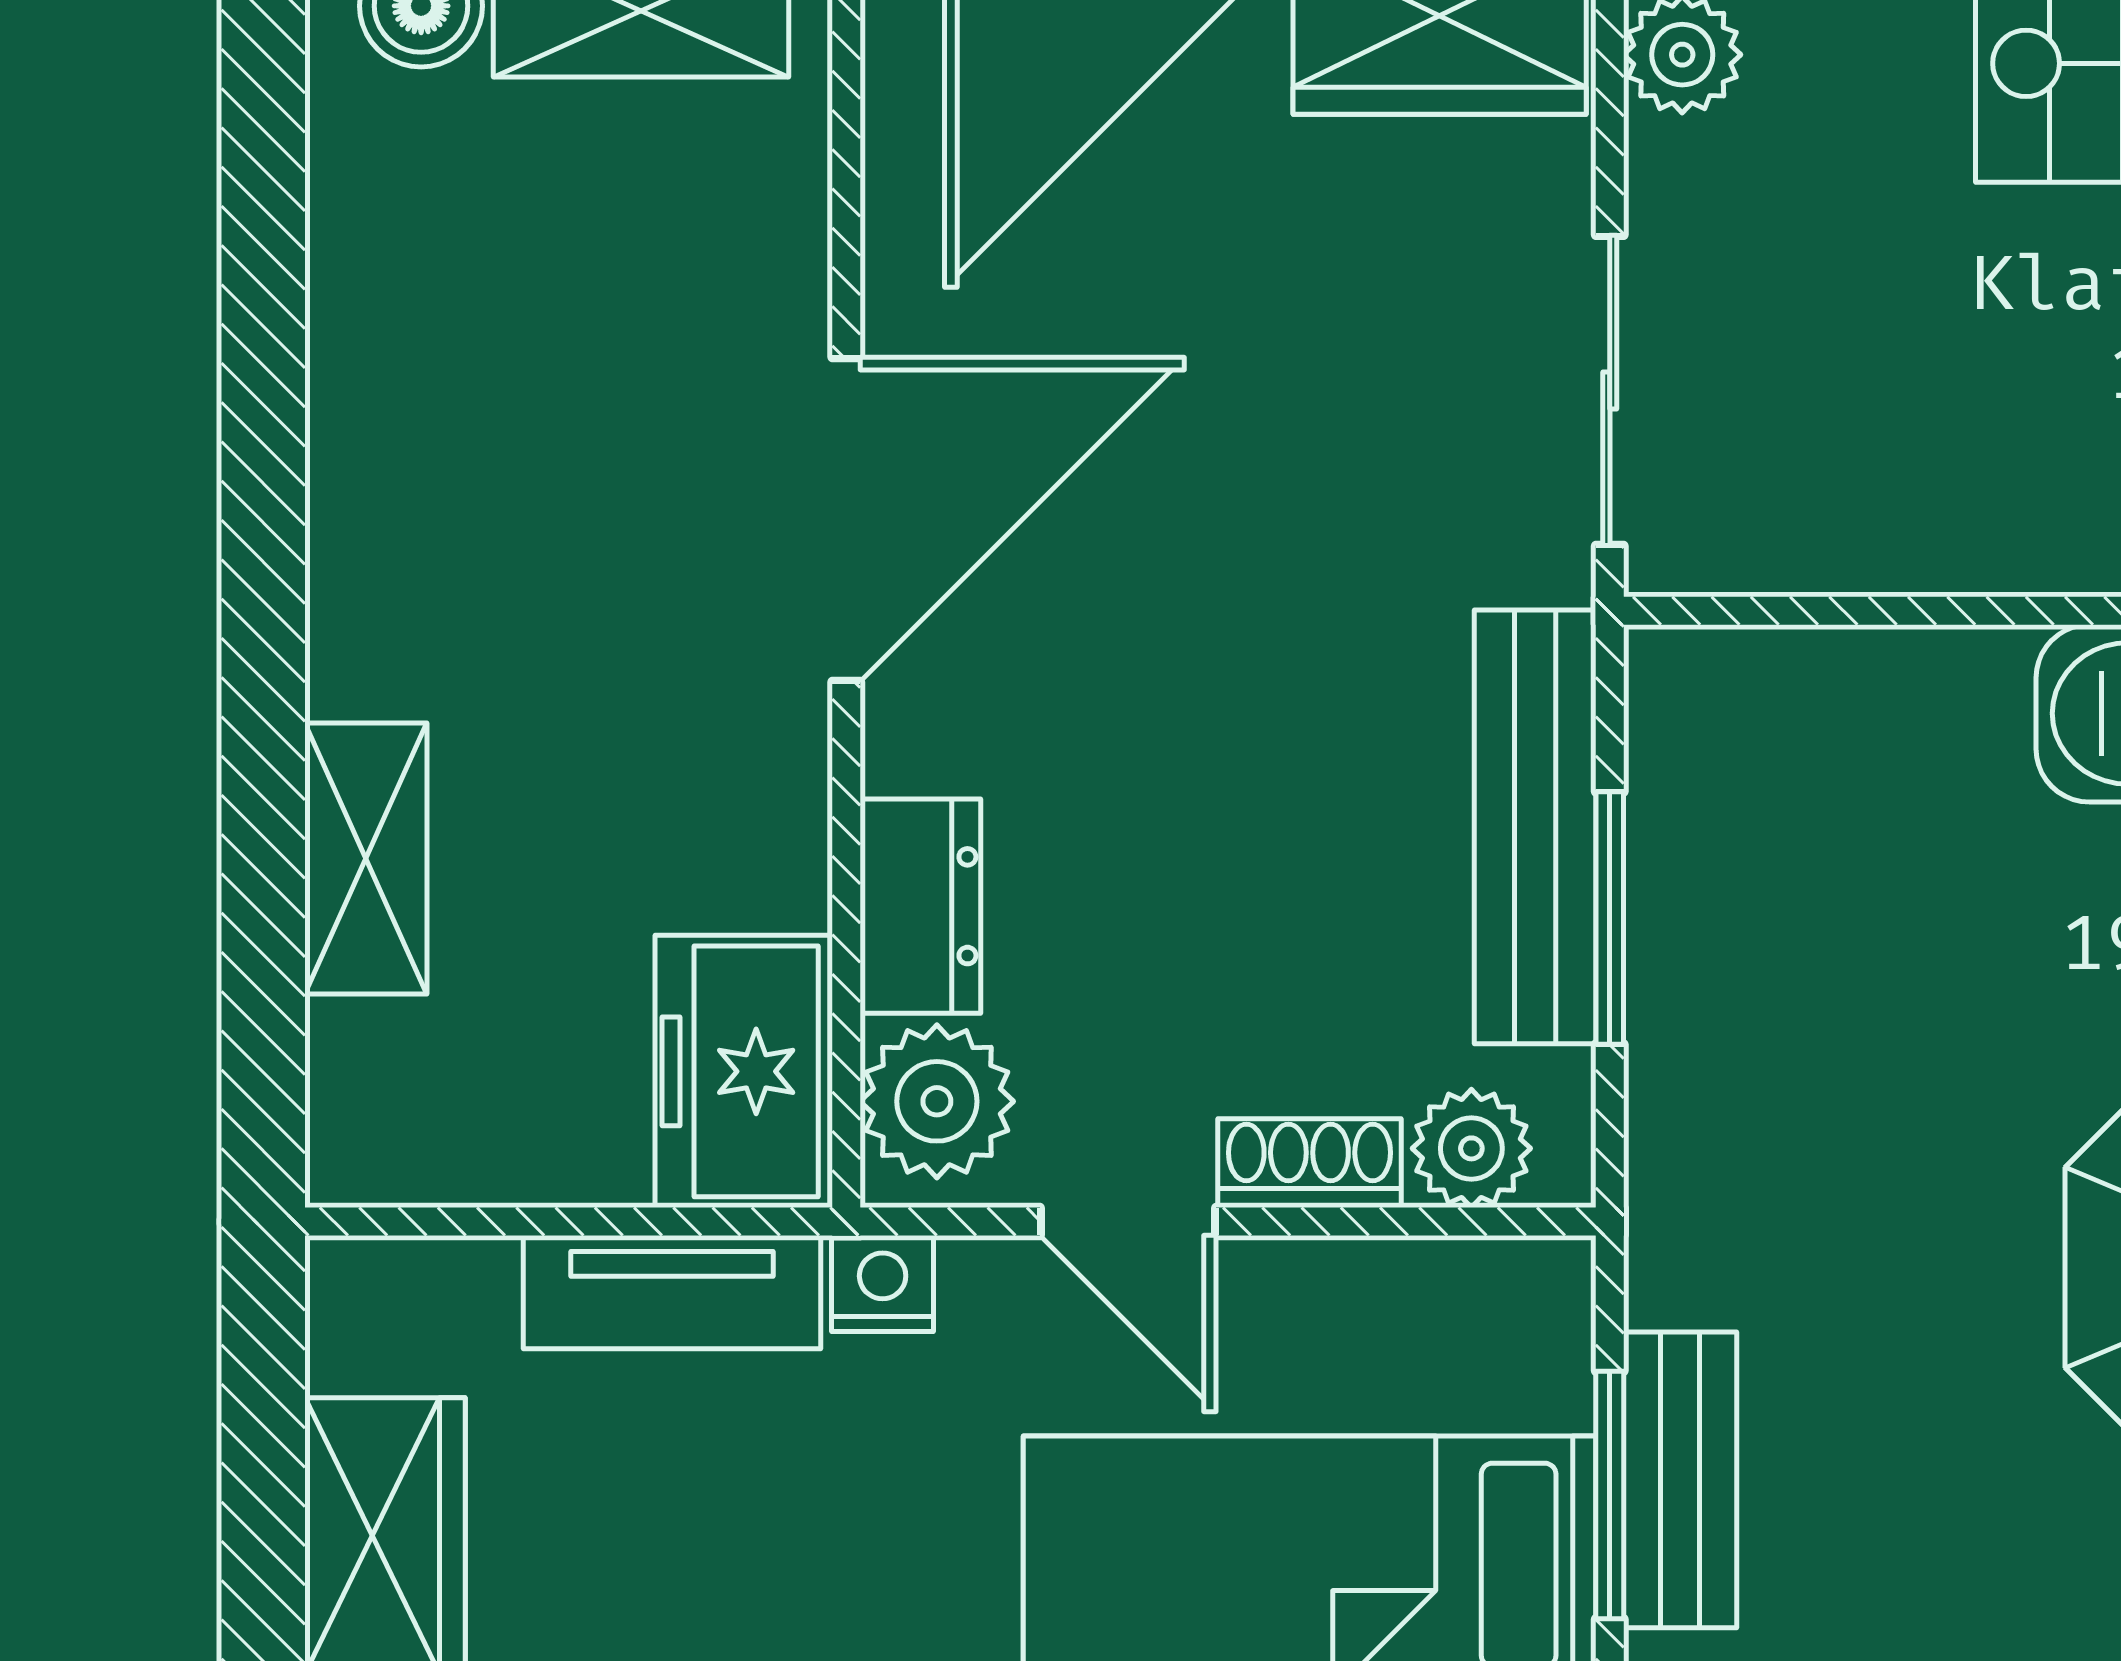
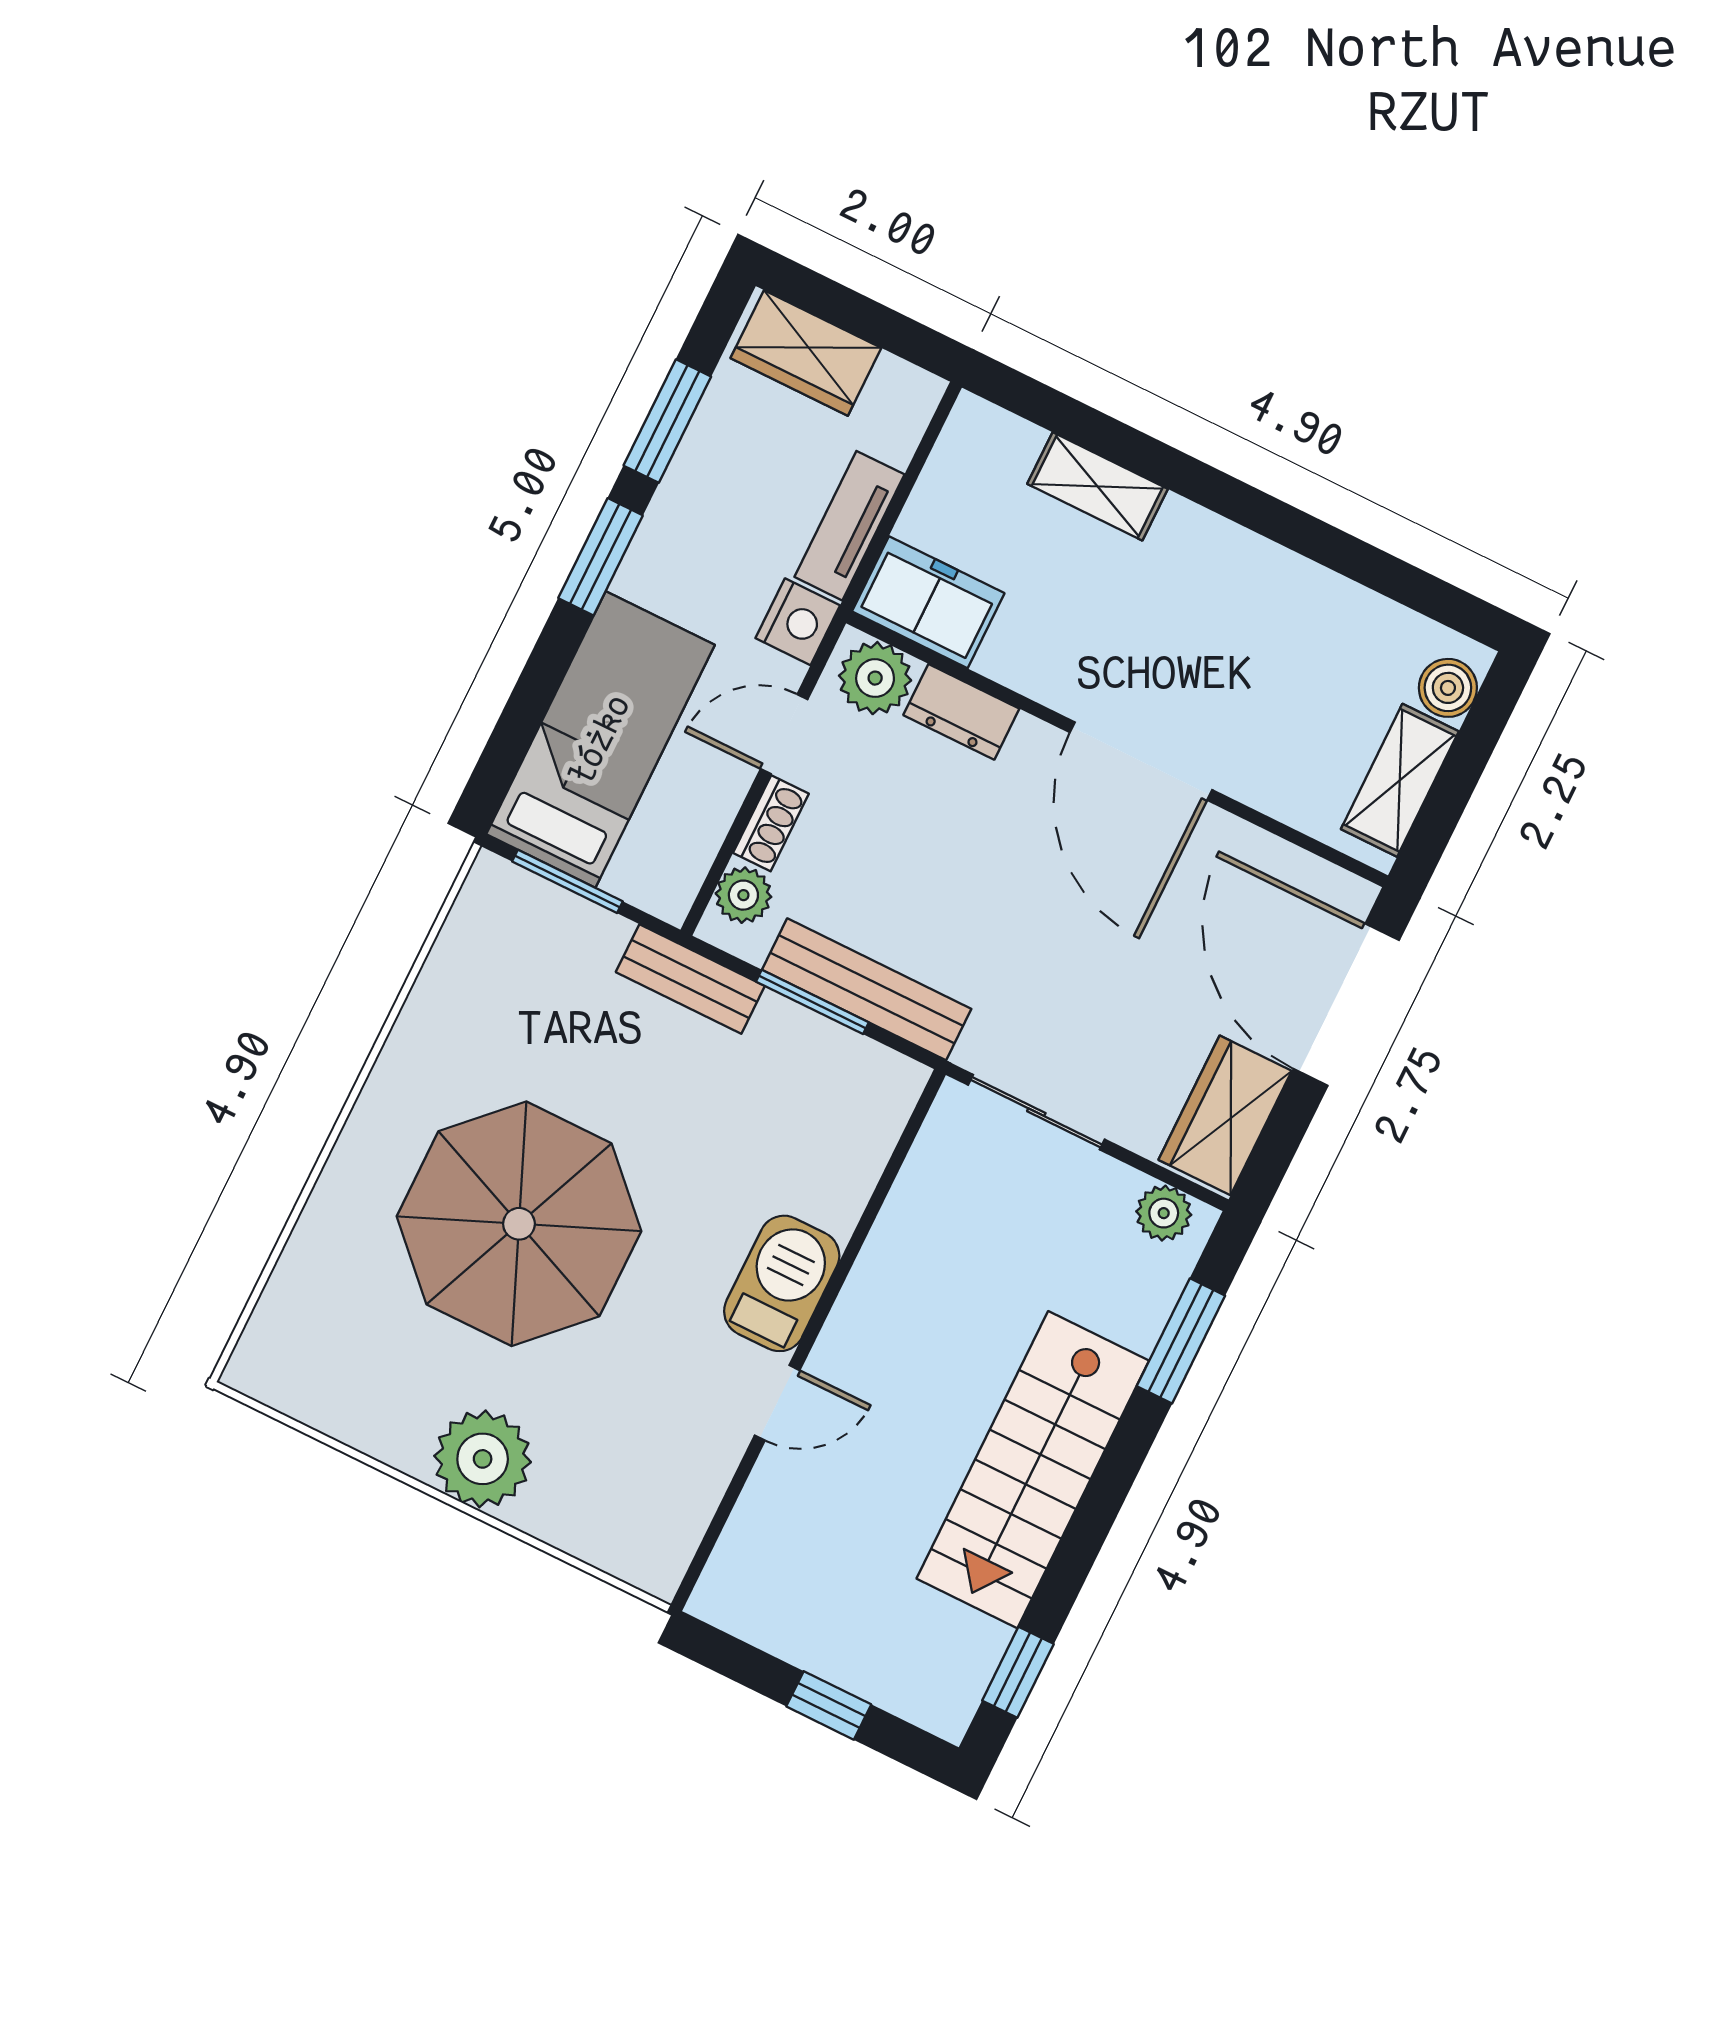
nightstand: (883, 1284) -> (798, 622), width x1.39, depth x1.35
bench: (1680, 1480) -> (690, 979), moved

